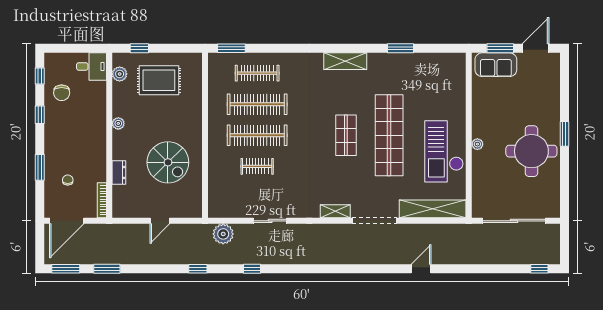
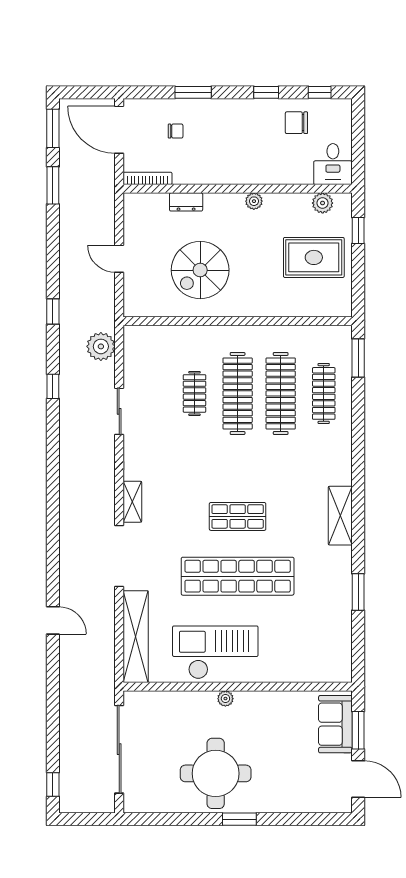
rug: (159, 80) -> (314, 257), turned 90

